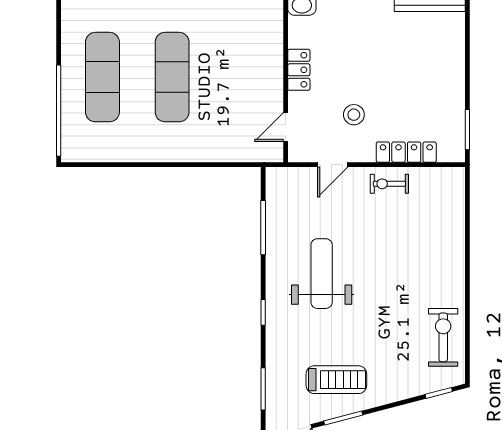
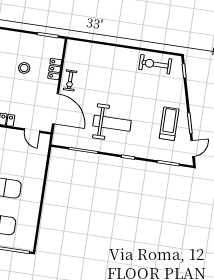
stool: (354, 115) -> (24, 68), moved
locker: (406, 152) -> (55, 69), width x0.66
door: (333, 165) -> (56, 109), width x1.87
weight bench: (322, 274) -> (112, 123), turned 180

